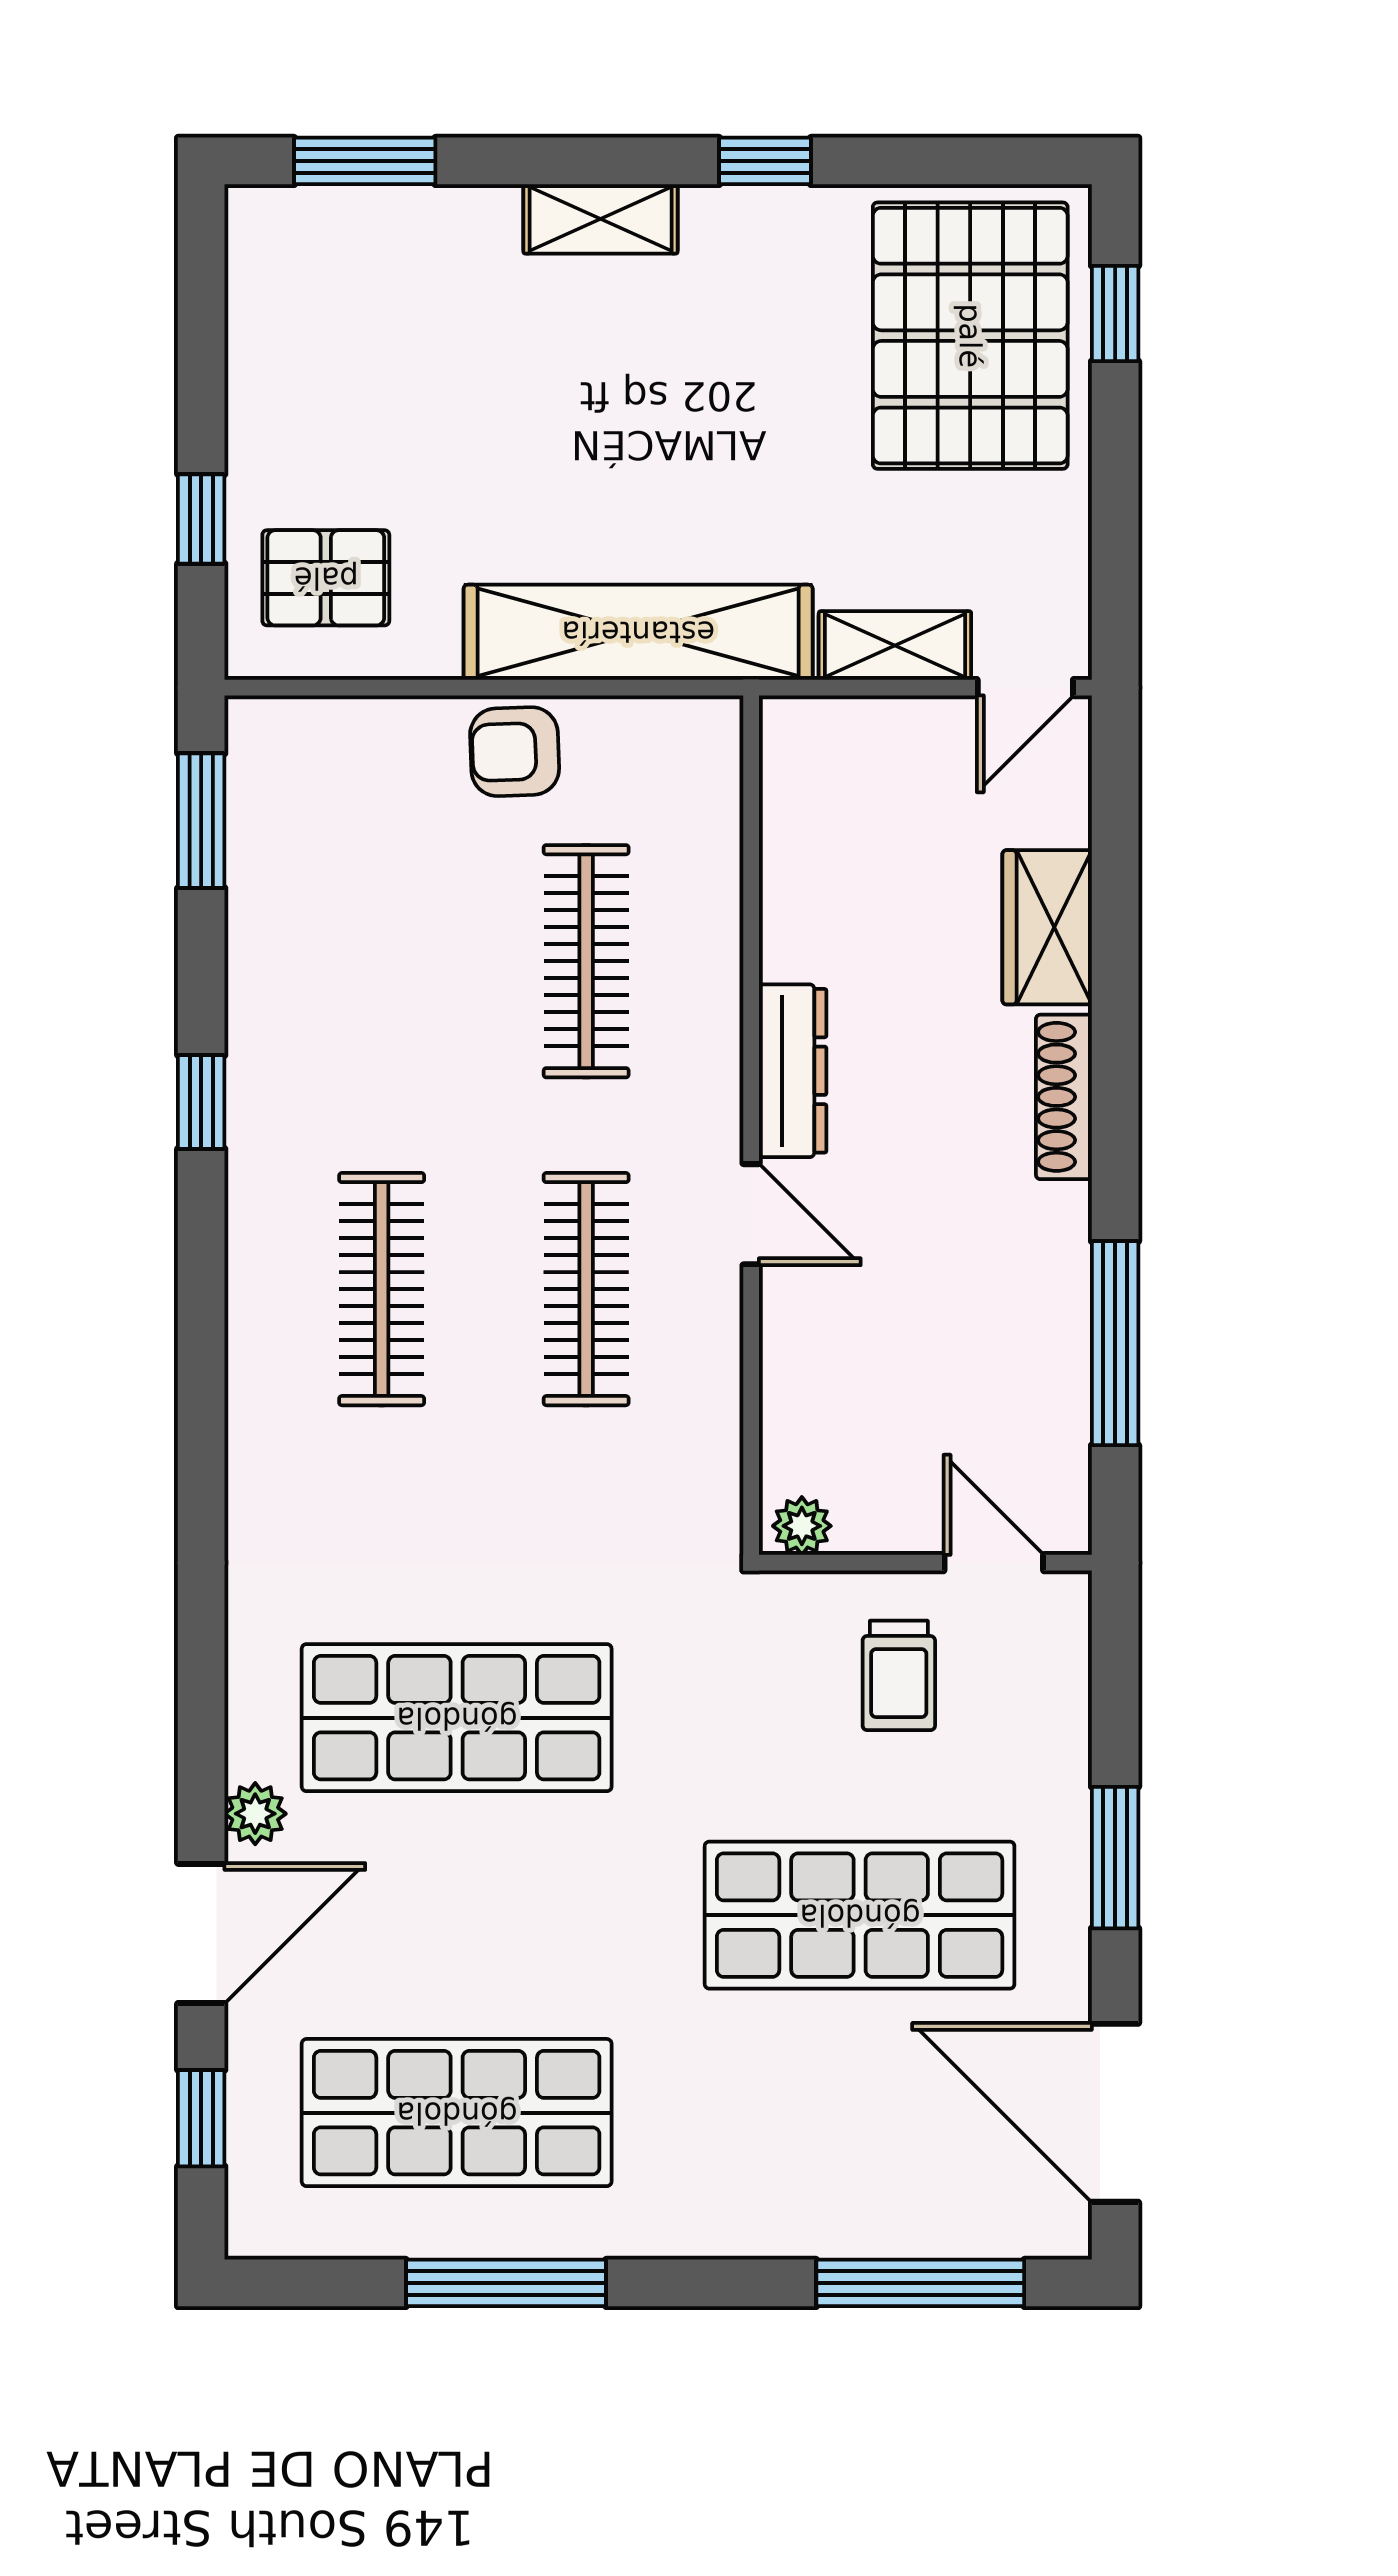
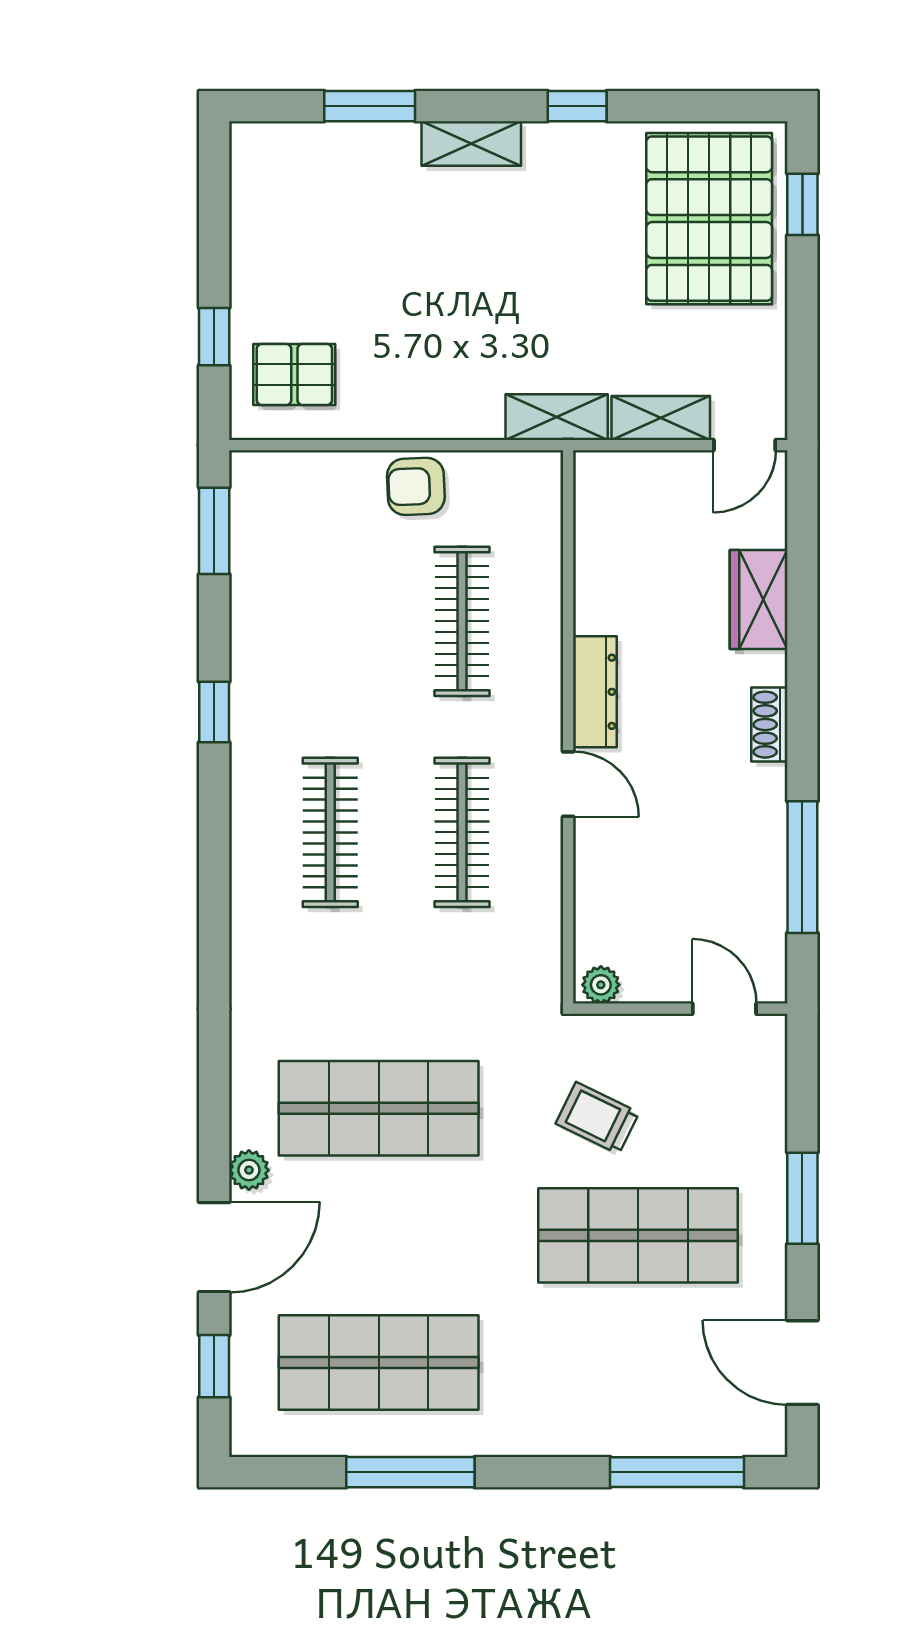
window: (365, 161) -> (370, 106), moved
shelving: (638, 632) -> (557, 417), width x0.45, depth x0.75
shoe rack: (1064, 1097) -> (769, 725), width x0.70
trolley: (899, 1675) -> (597, 1118), moved, turned 116
door: (1115, 2113) -> (802, 1363), width x0.73

